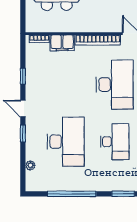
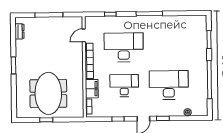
desk: (115, 142) -> (124, 86), moved

